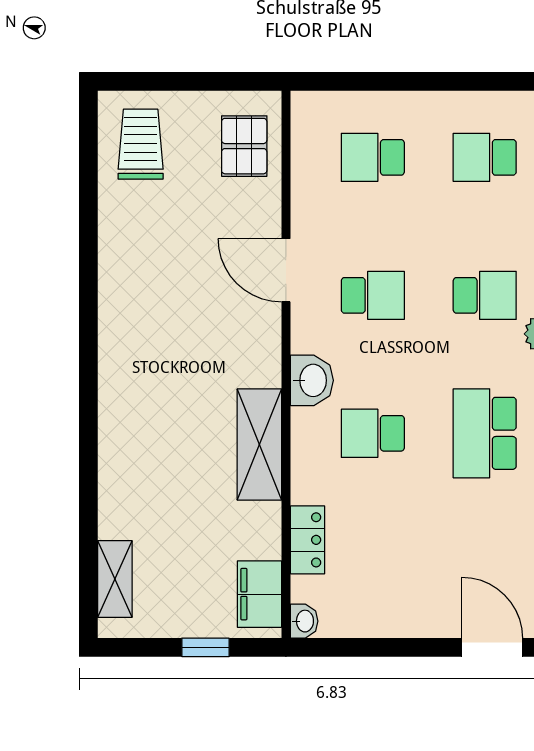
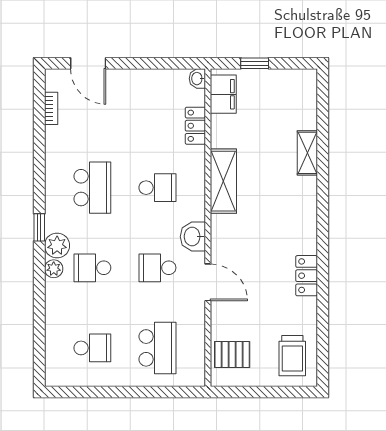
pallet: (244, 146) -> (232, 355), turned 90
school desk: (373, 157) -> (157, 348), width x1.85
locker: (116, 282) -> (307, 276), added
washbasin: (312, 380) -> (193, 237), moved
shelving: (115, 579) -> (307, 153), moved

